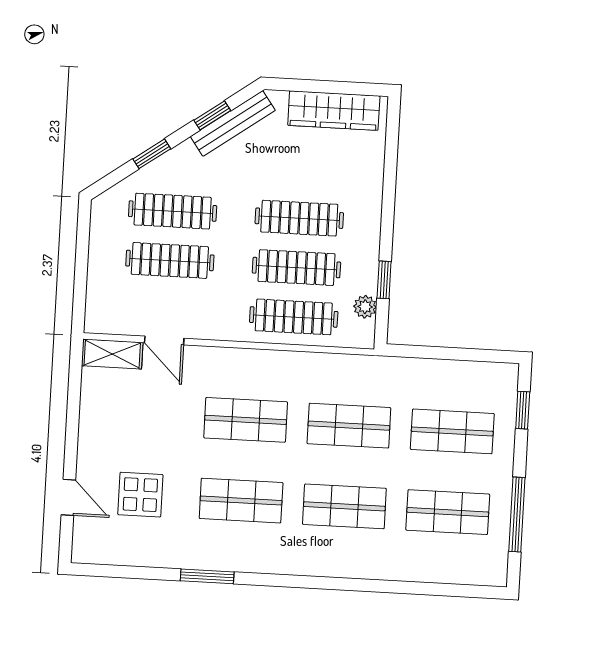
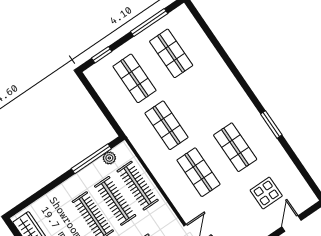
window: (384, 280) -> (91, 159), width x2.17
shop shelf: (344, 506) -> (203, 100), removed
window: (207, 576) -> (271, 124), moved

